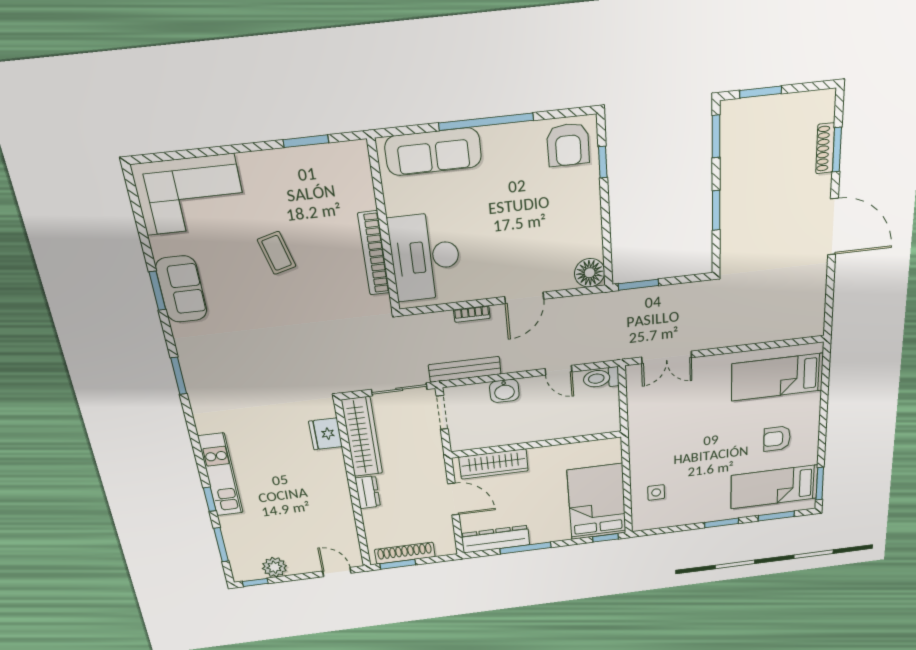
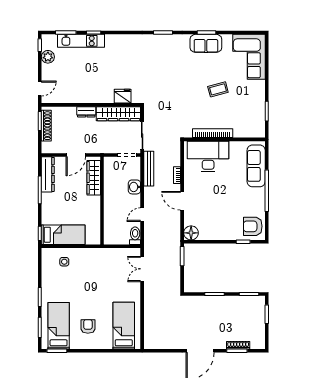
kitchen unit: (221, 475) -> (81, 41), moved
bed: (597, 502) -> (63, 235), width x0.67

